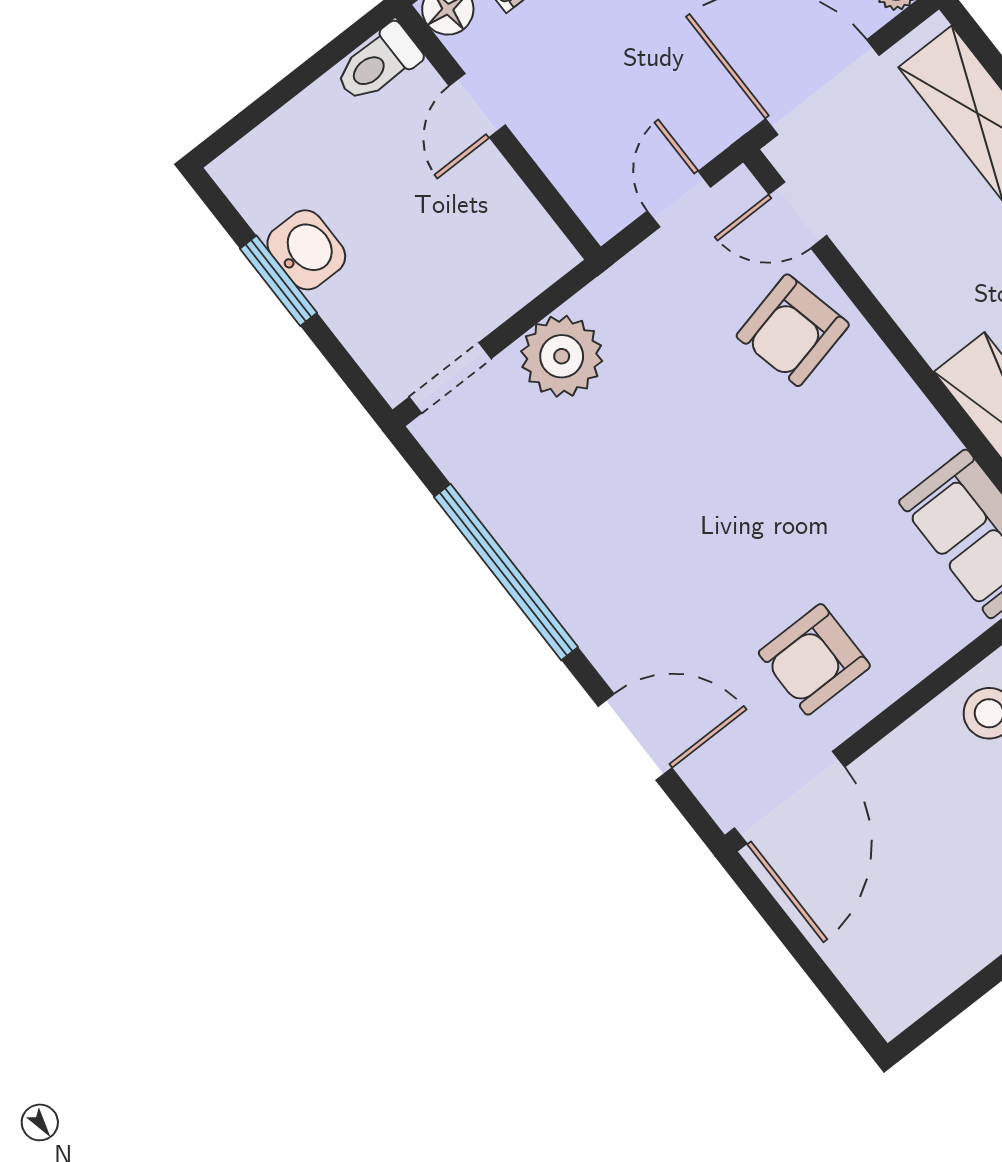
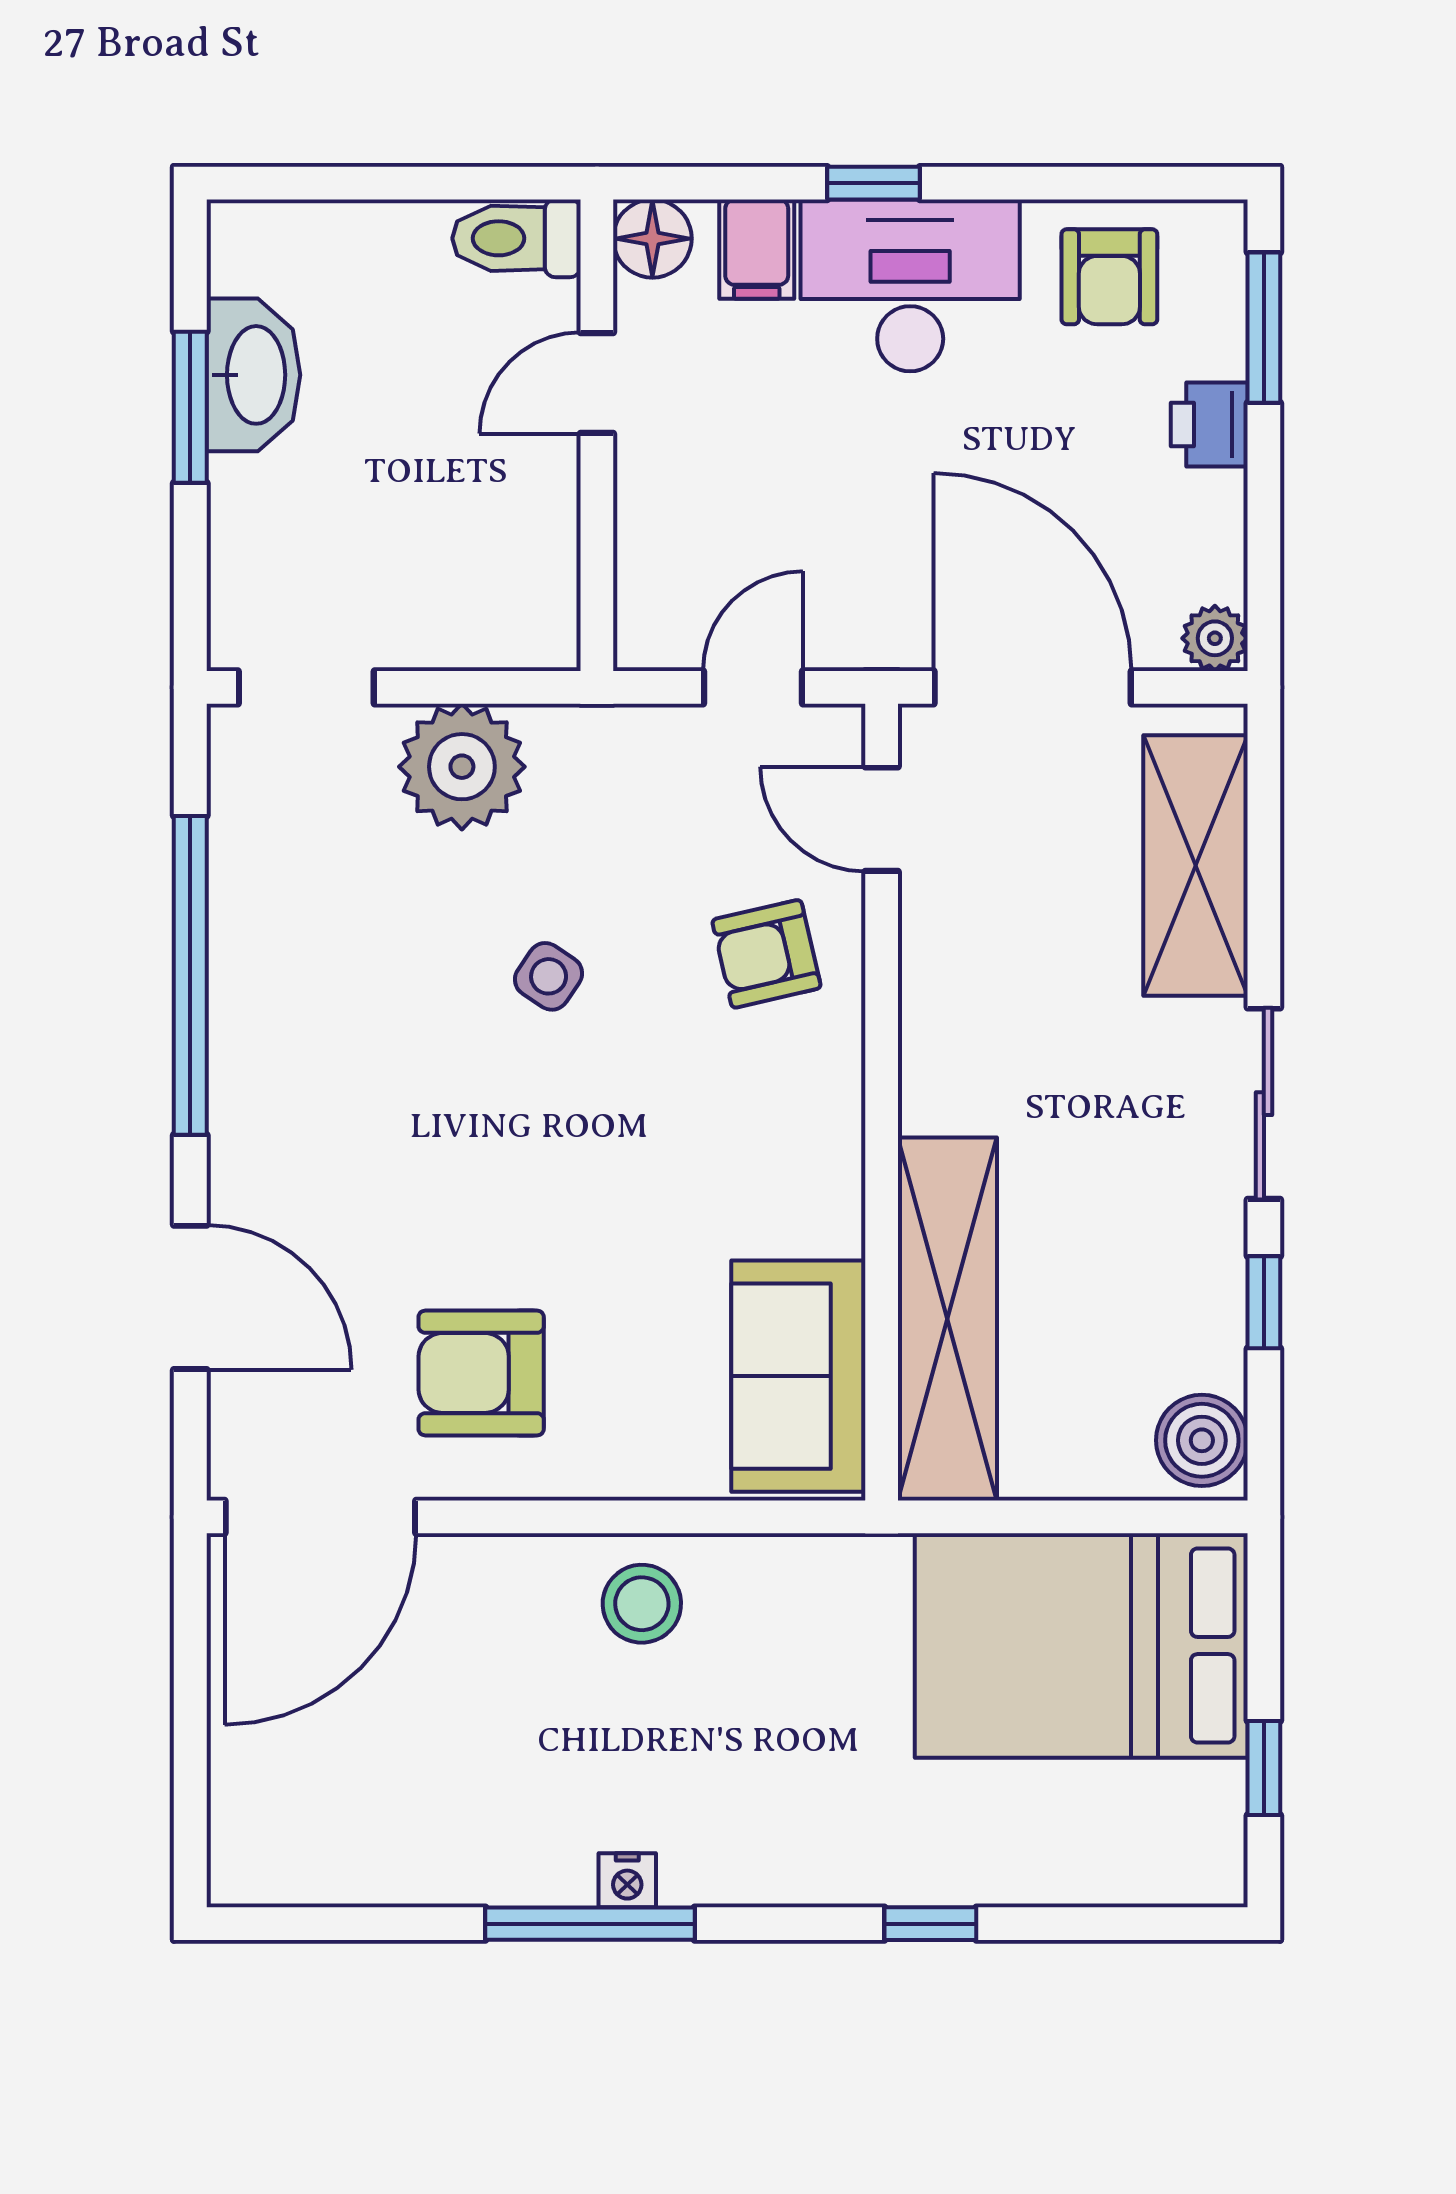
washbasin: (306, 250) -> (253, 375), width x1.38
armchair: (793, 330) -> (766, 954), width x0.72, depth x0.72
side table: (690, 429) -> (549, 976), added

